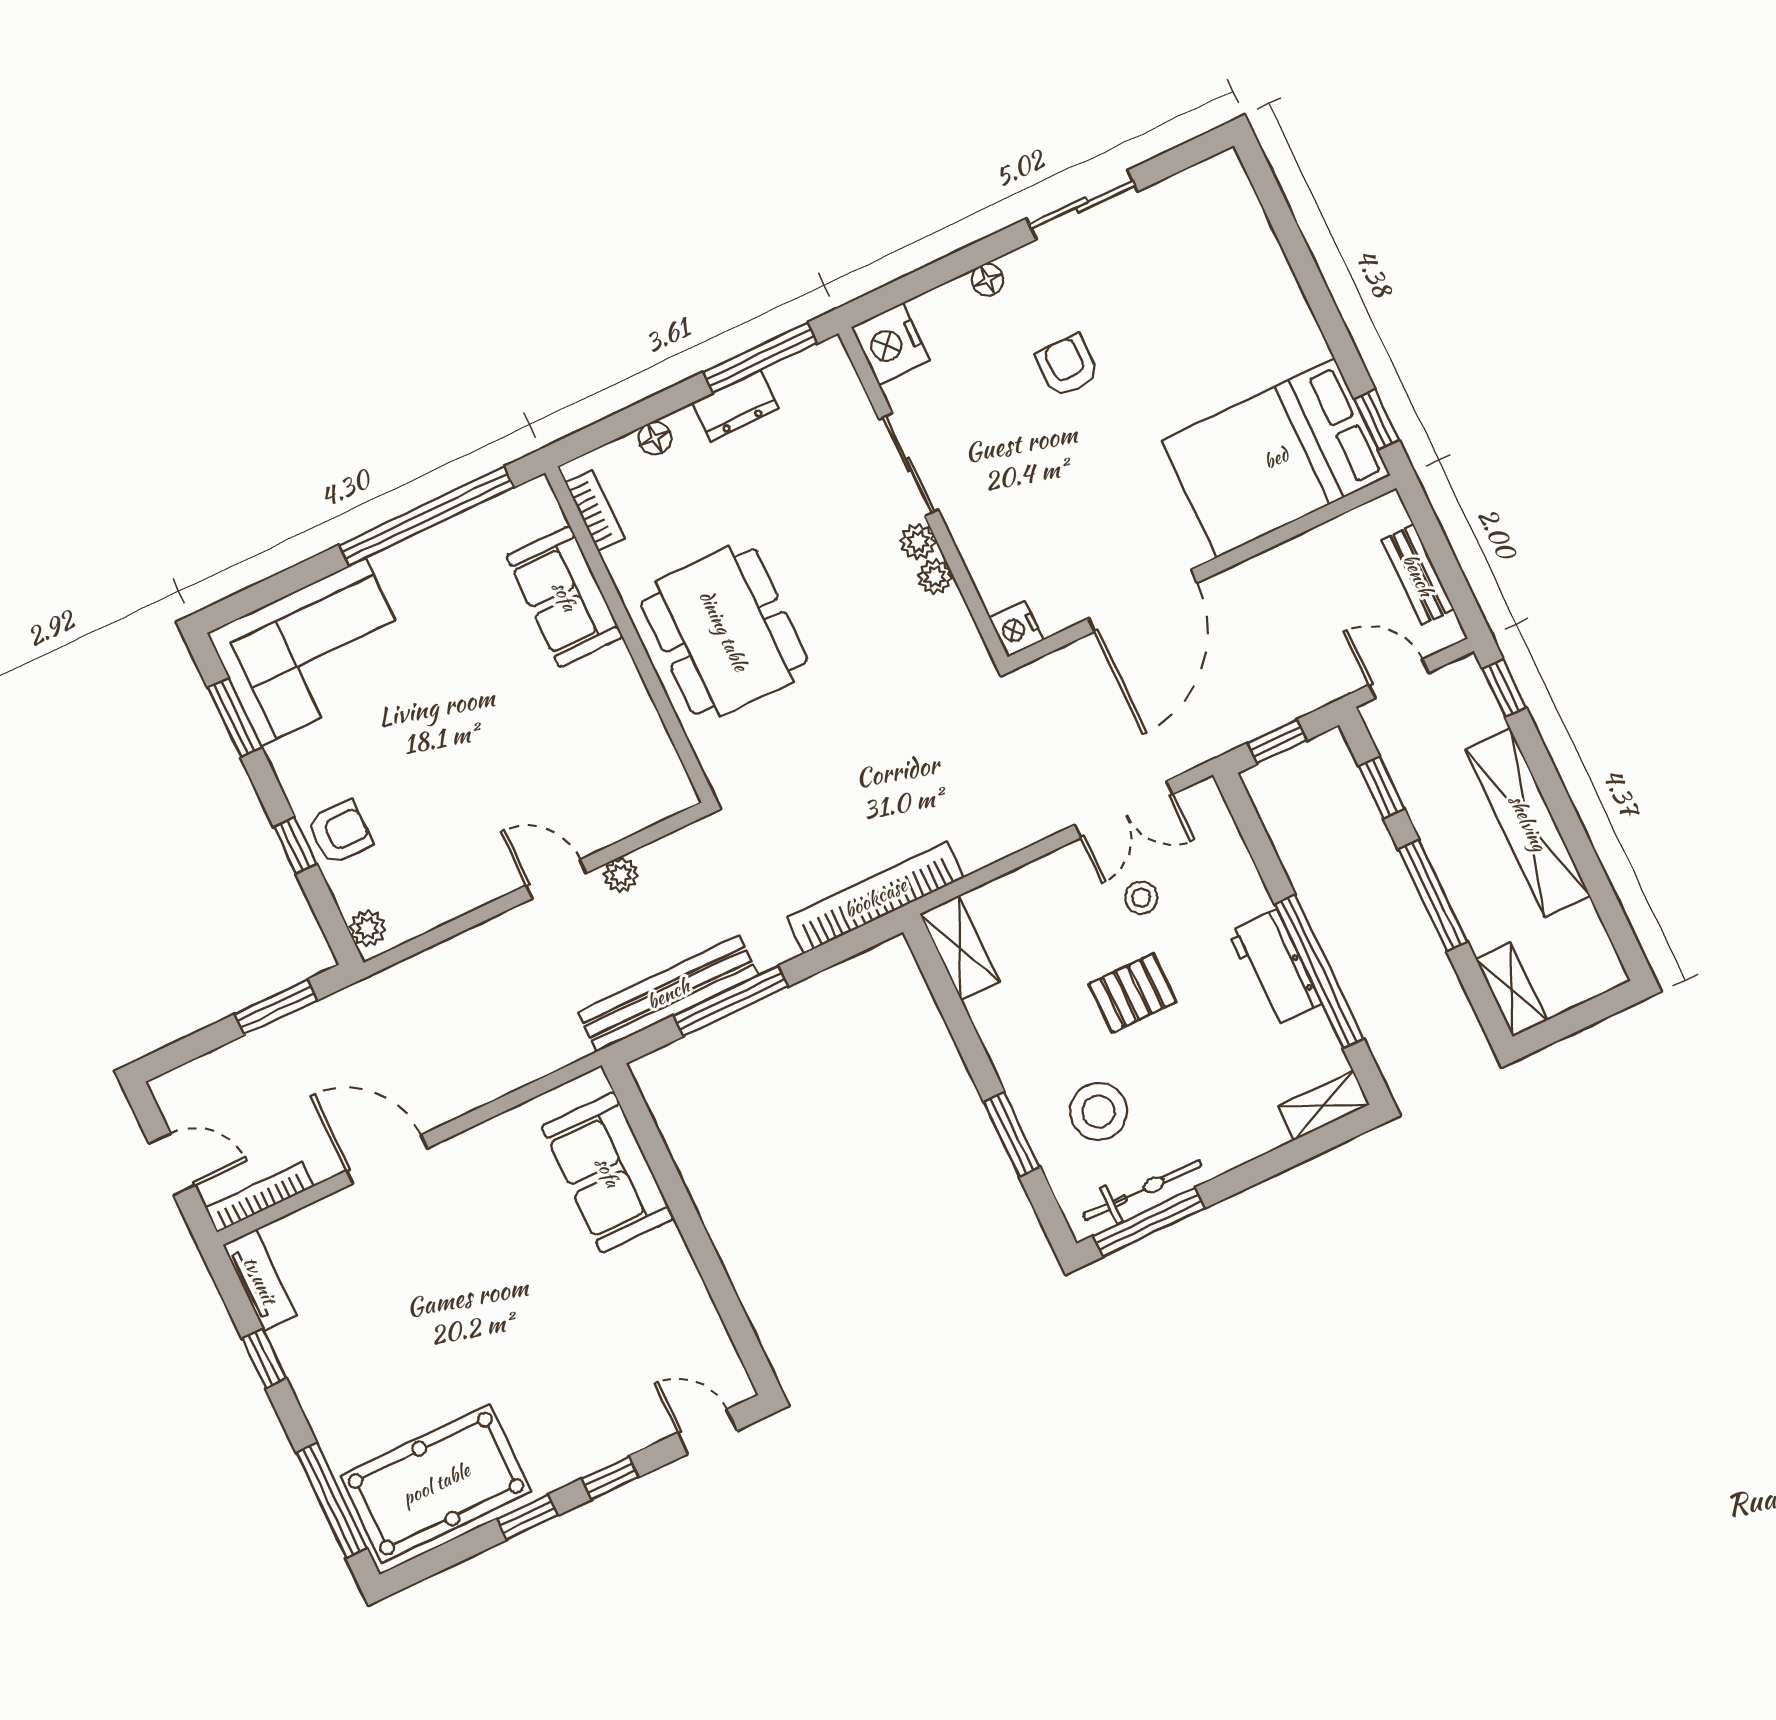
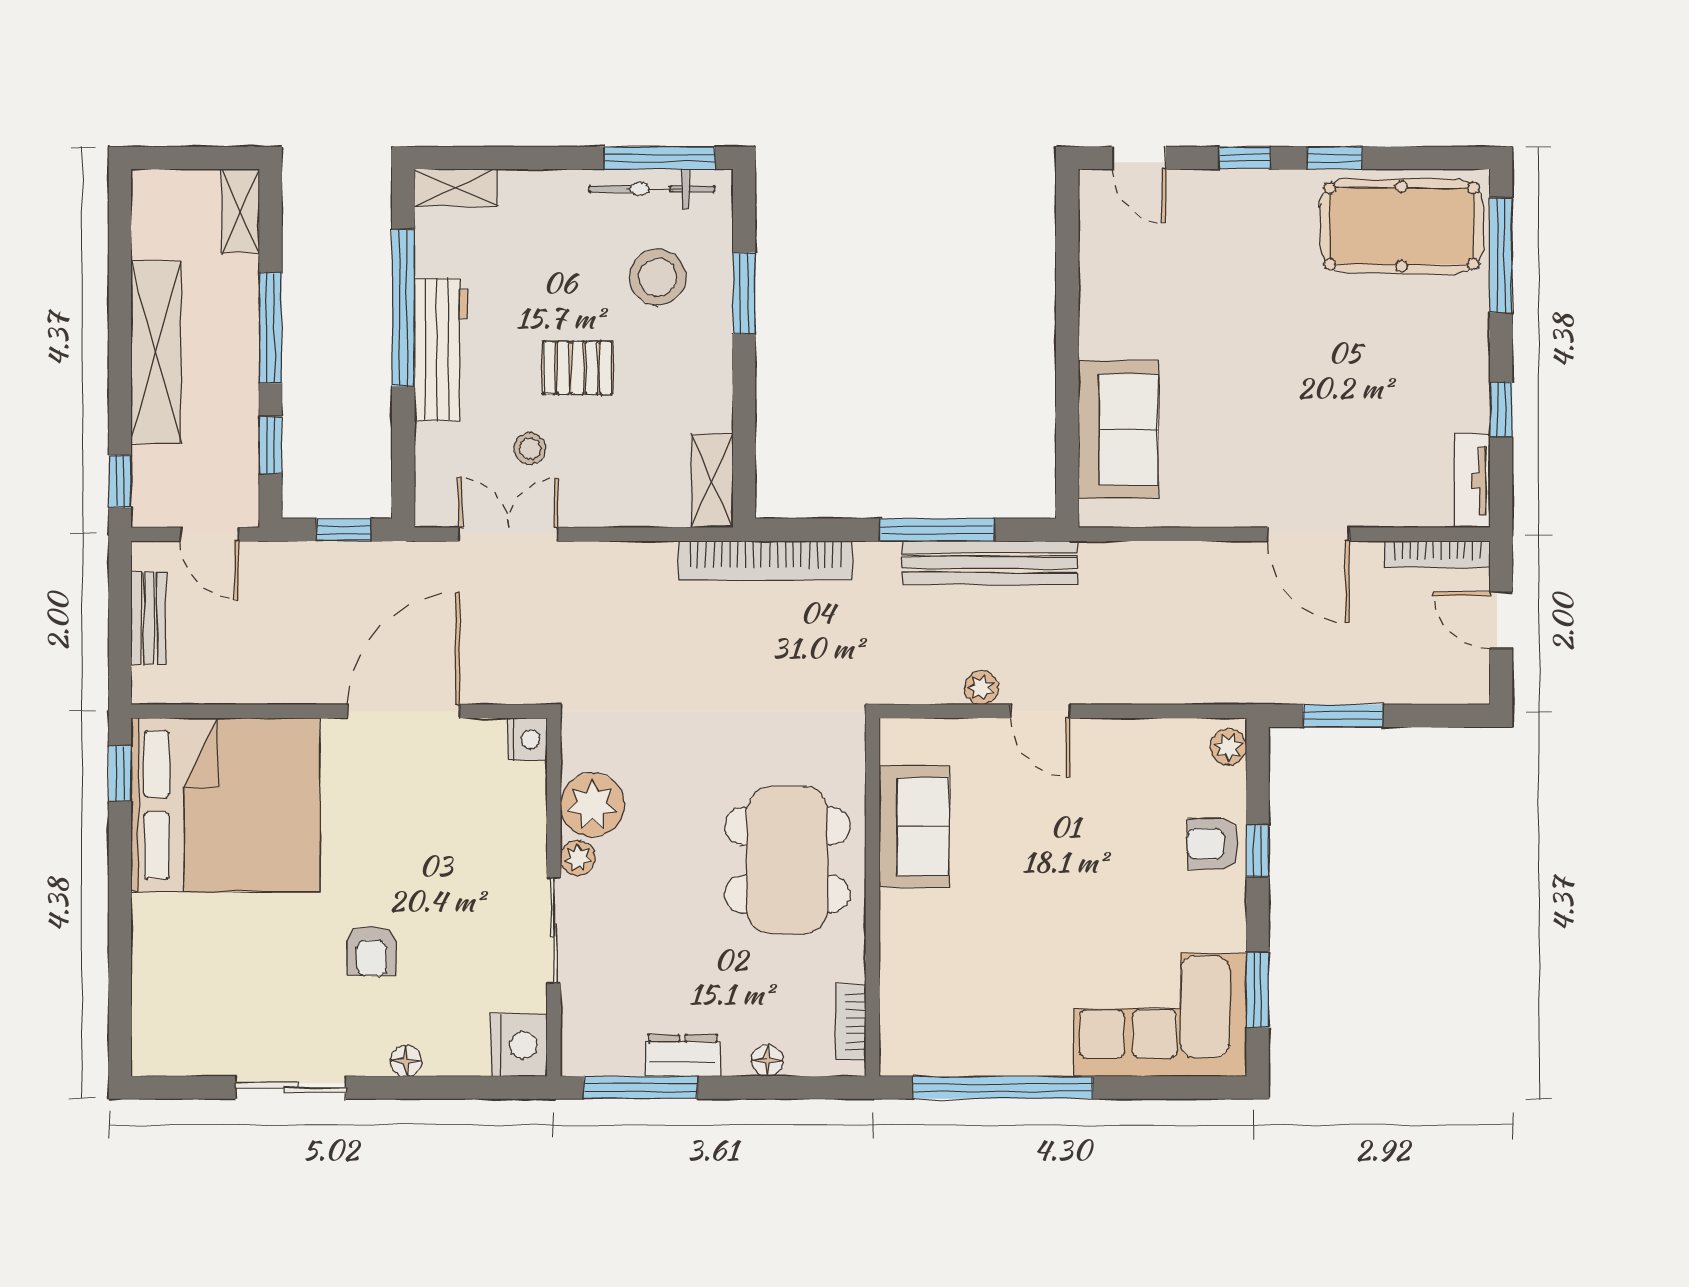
bed: (1276, 458) -> (225, 805), width x1.36
plant: (935, 577) -> (592, 805), width x1.87, depth x1.87
sofa: (565, 596) -> (914, 826), moved
workbench: (1275, 968) -> (441, 350), width x1.38

